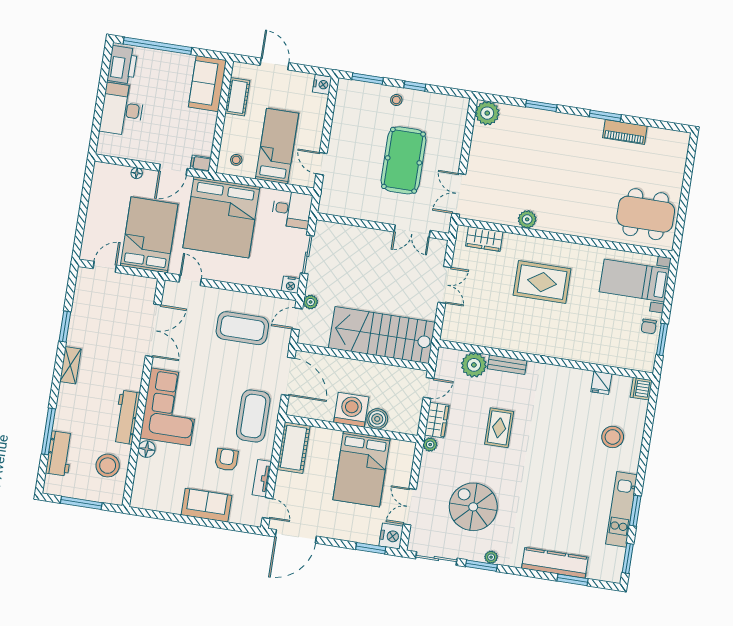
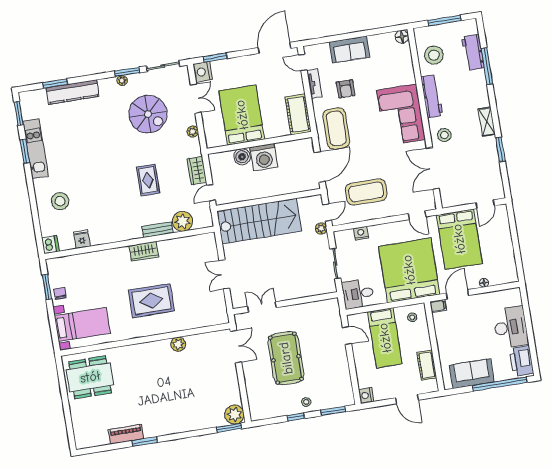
sofa: (207, 84) -> (472, 374), moved, turned -90
window: (541, 106) -> (229, 428), moved
wardrobe: (484, 239) -> (144, 251), moved, turned 180
nightstand: (291, 285) -> (361, 233), moved
stool: (126, 366) -> (444, 135), added
door: (288, 376) -> (320, 167), swing flipped
plant: (430, 445) -> (193, 131), moved
floor lamp: (147, 449) -> (402, 37), moved

